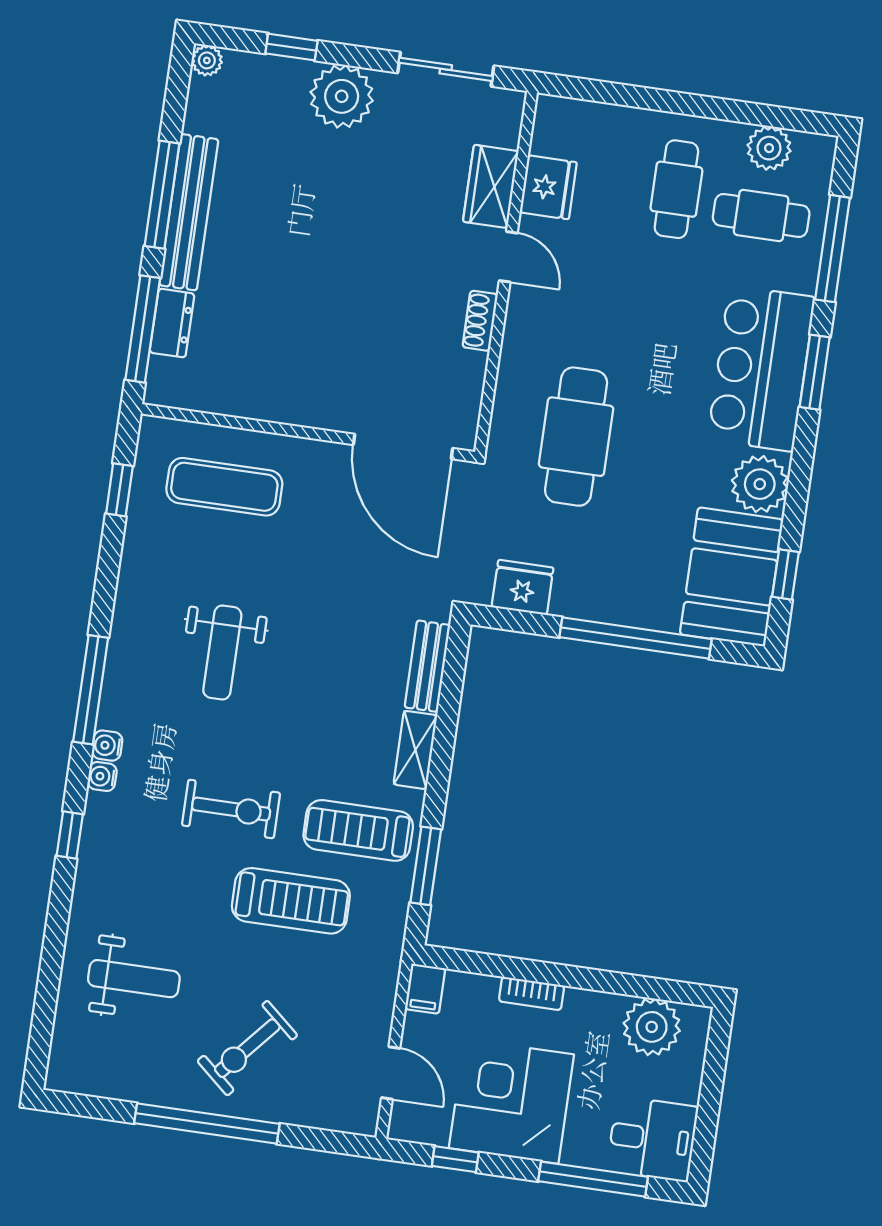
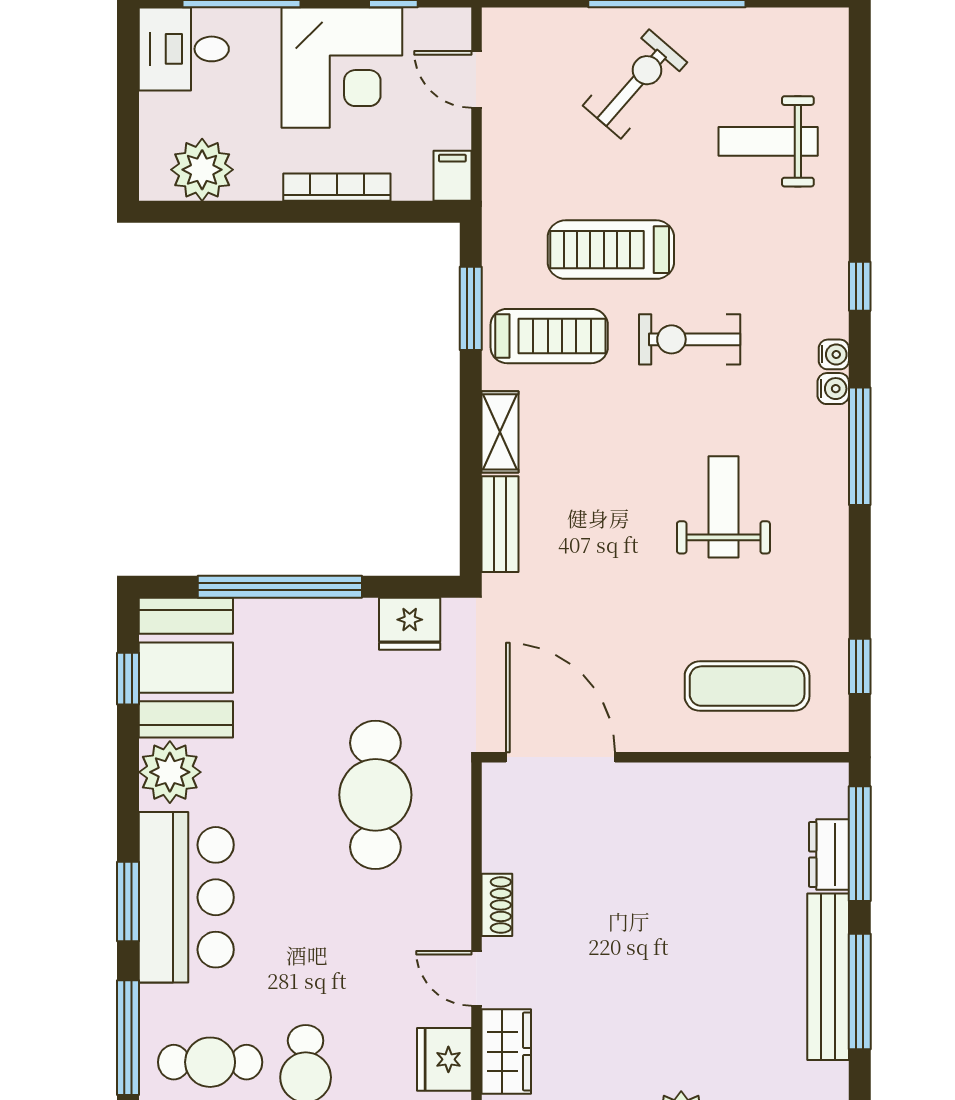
bookcase: (532, 993) -> (337, 187), width x1.56

